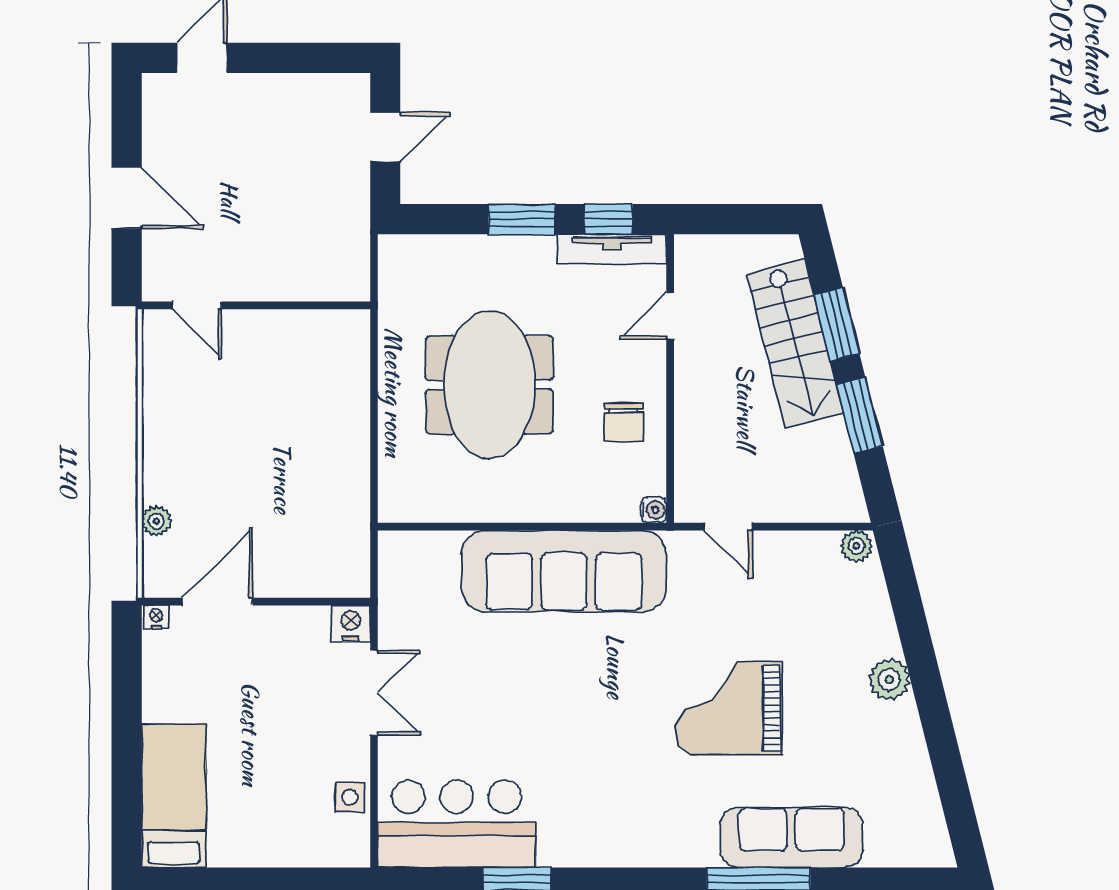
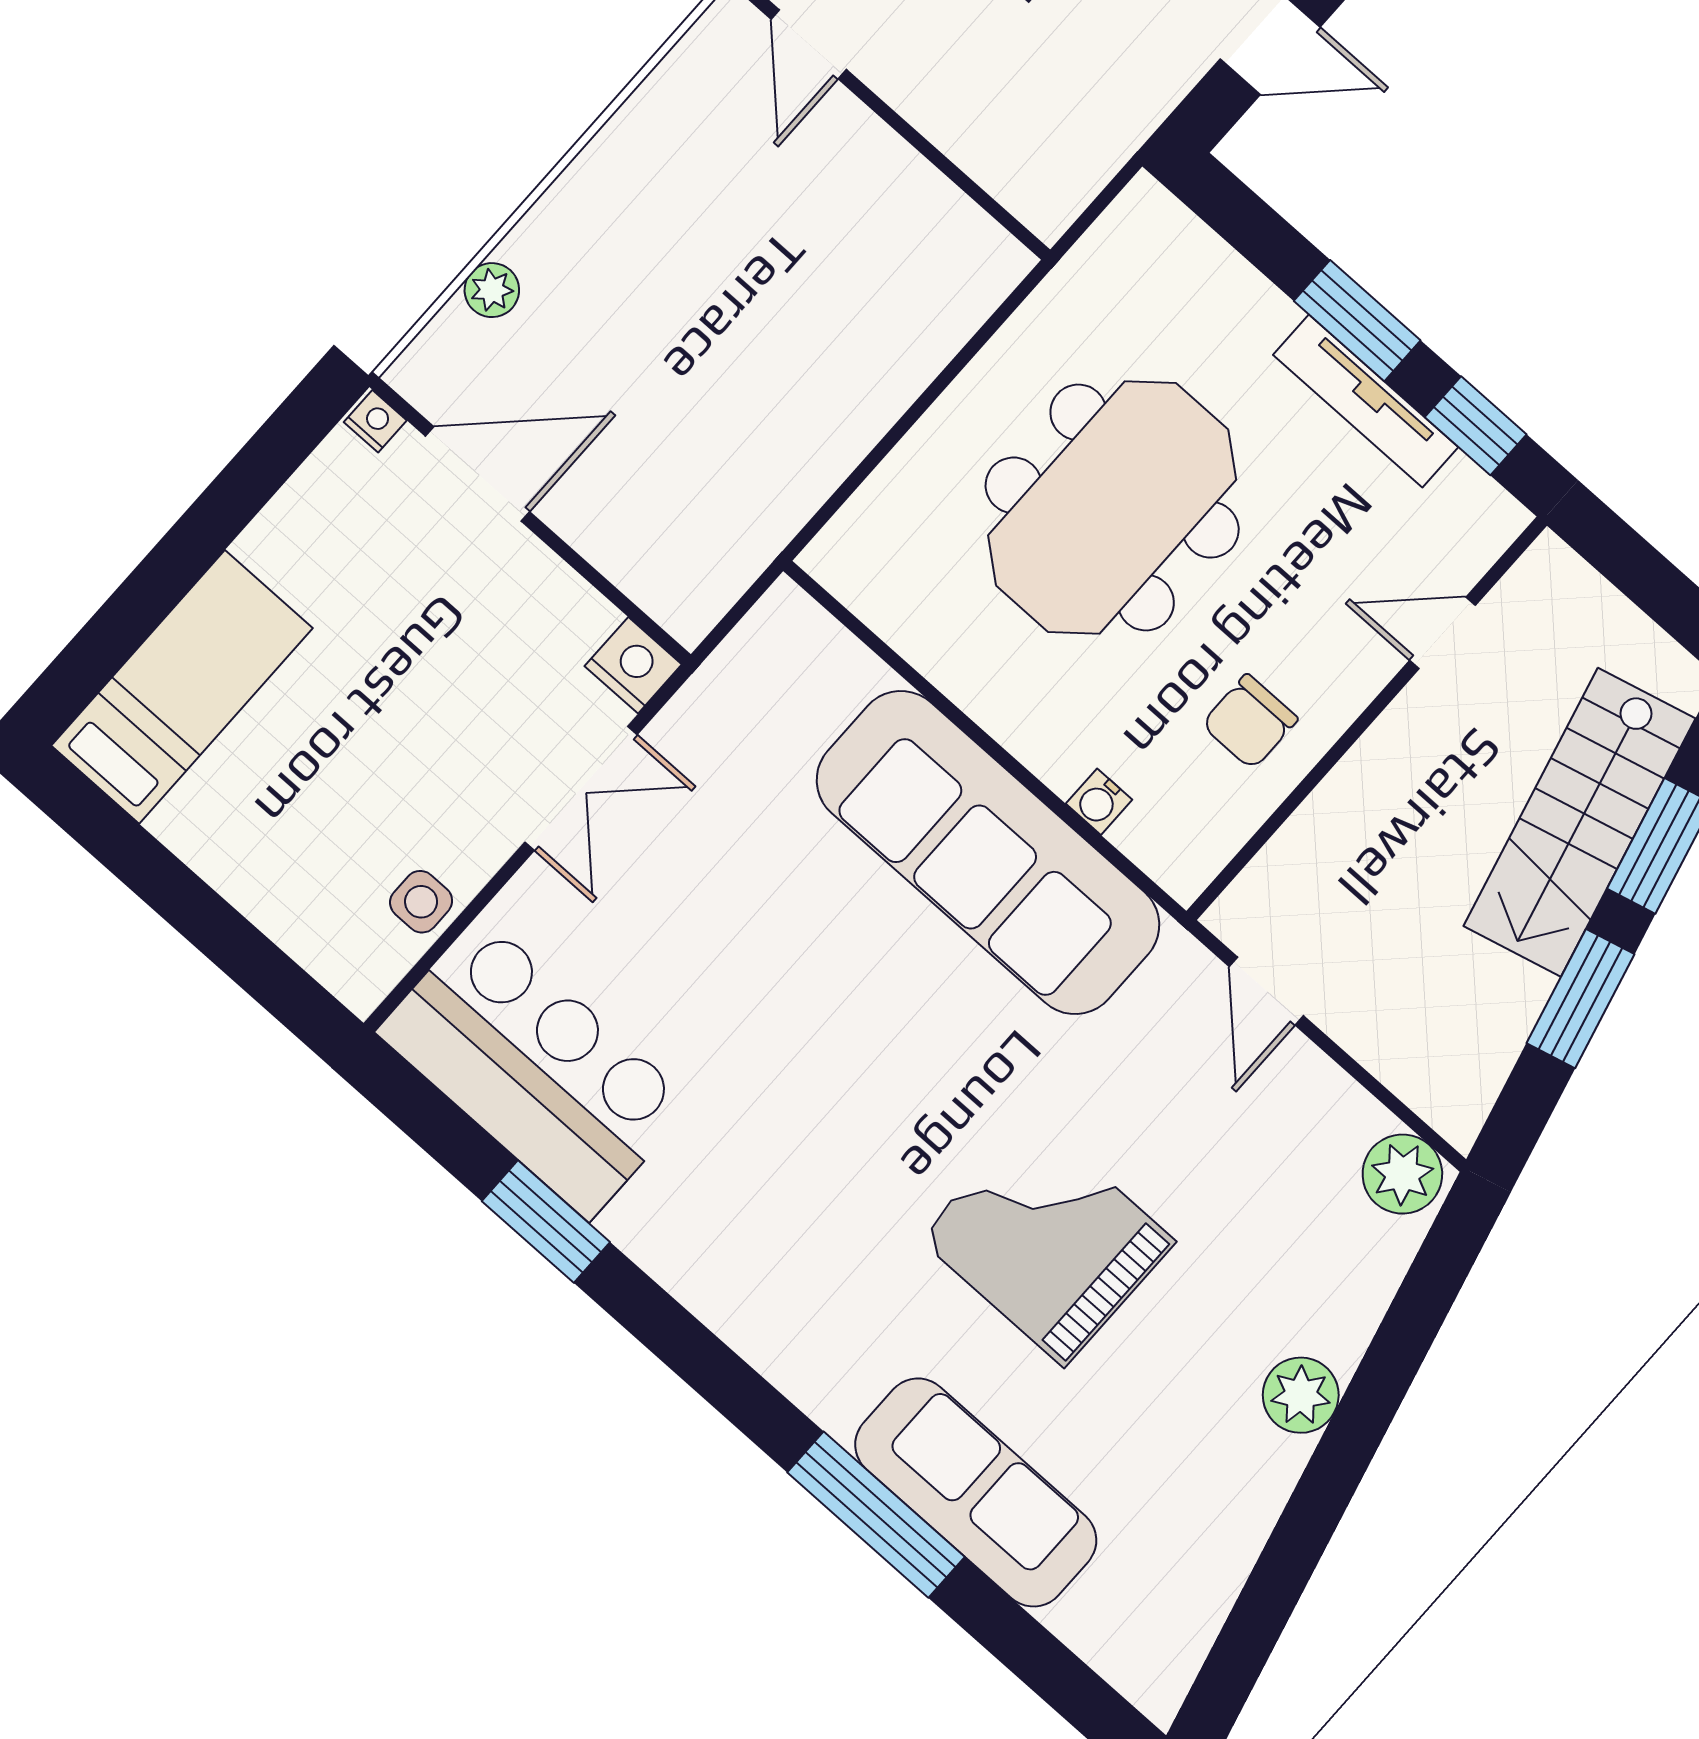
tv unit: (612, 249) -> (1366, 401), moved
water cooler: (653, 510) -> (1099, 802), moved, turned 90
plant: (856, 546) -> (1402, 1174), width x1.38, depth x1.38

